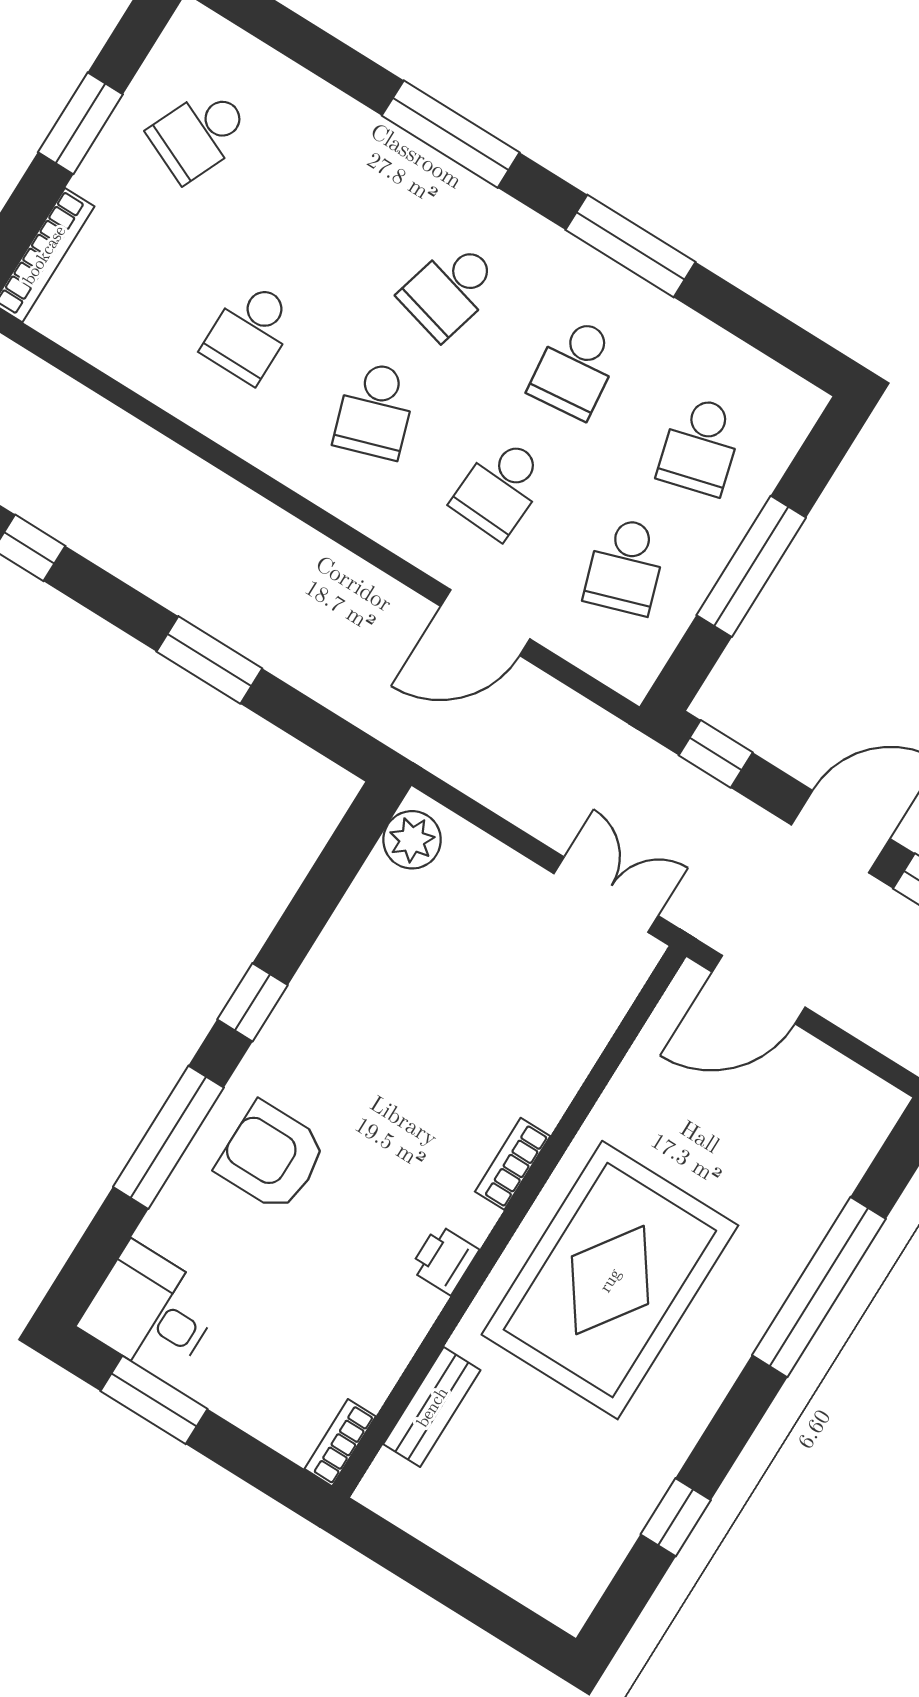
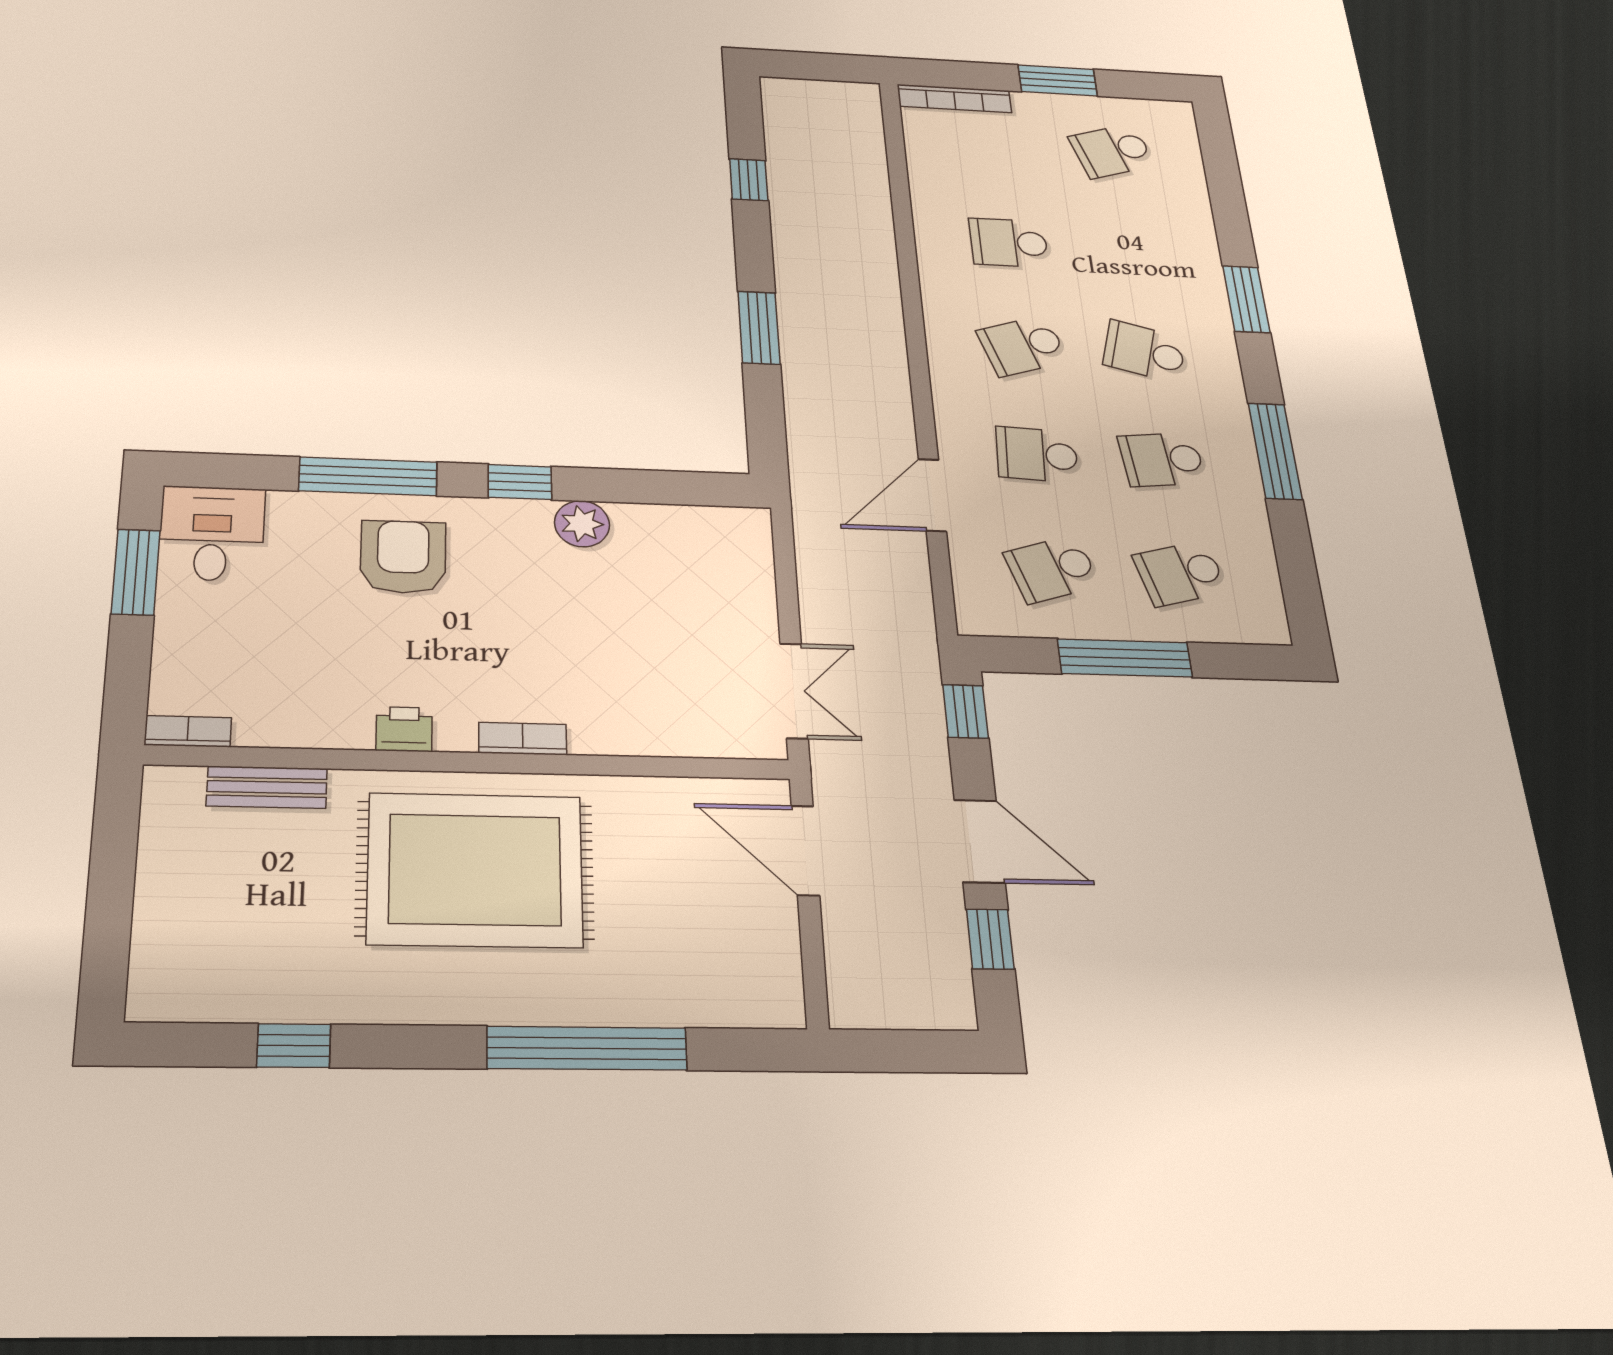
school desk: (200, 134) -> (1112, 151), turned -42
window: (451, 134) -> (1246, 299), width x0.69
door: (485, 623) -> (932, 495), hinge flipped
plant: (412, 840) -> (582, 524), moved

